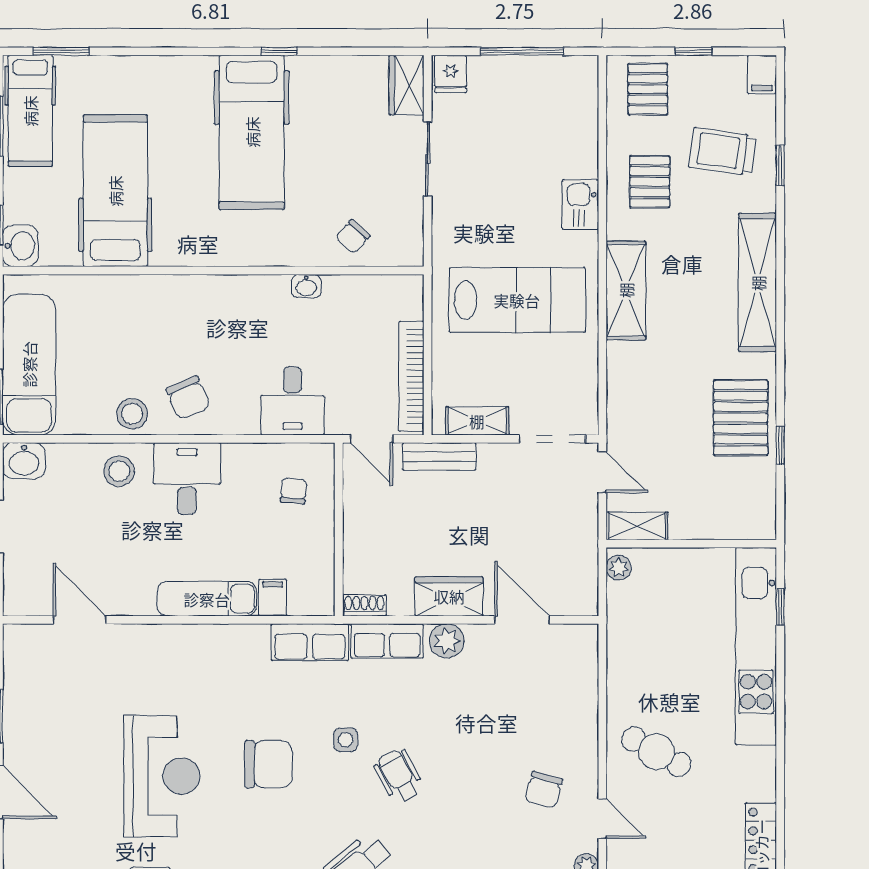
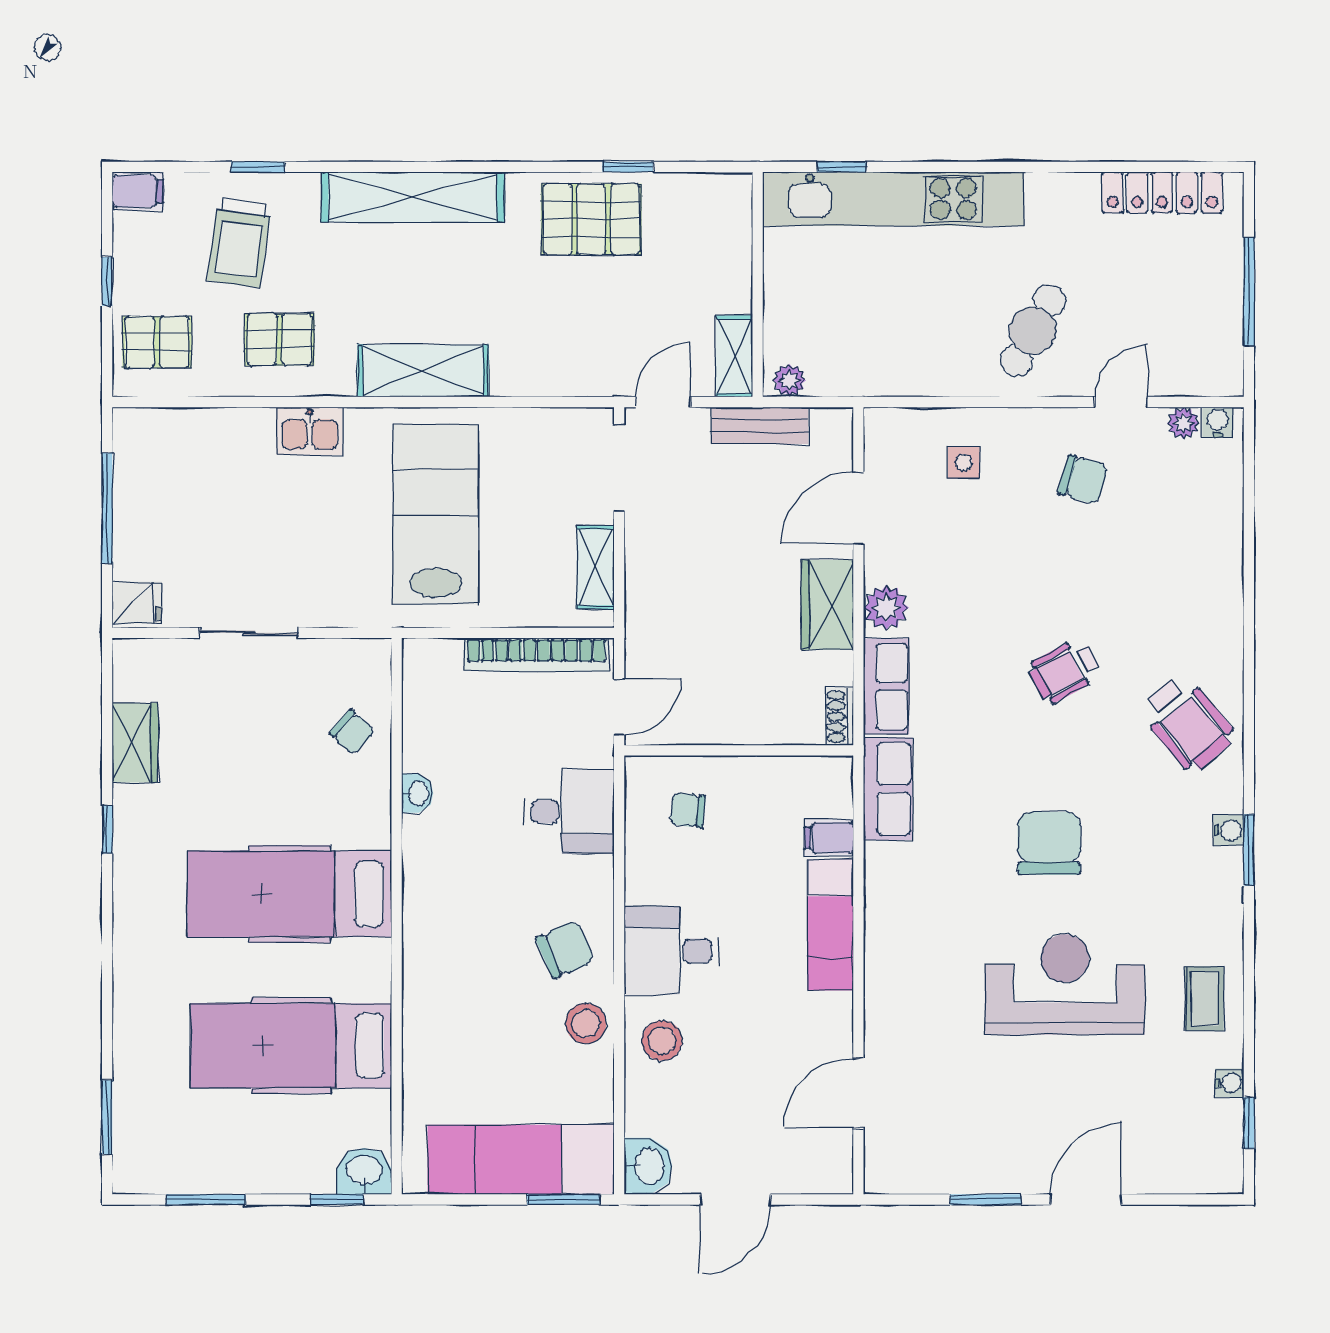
wardrobe: (406, 85) -> (135, 743), moved, turned -90
hospital bed: (30, 111) -> (186, 1158), removed
hospital bed: (252, 132) -> (290, 894), moved, turned 180
bench: (439, 457) -> (760, 425), moved, turned 90
side table: (346, 740) -> (964, 463), moved

